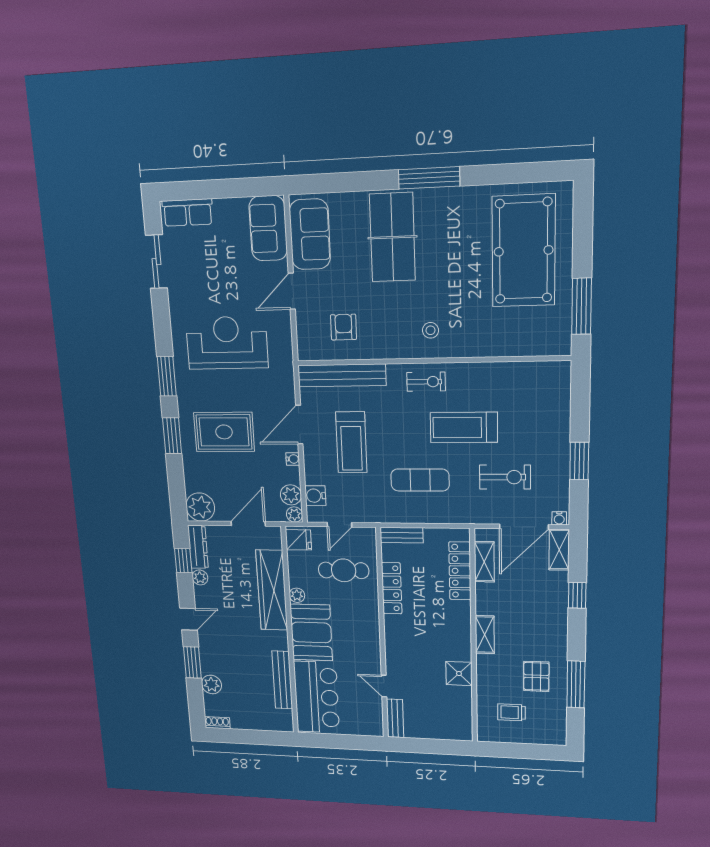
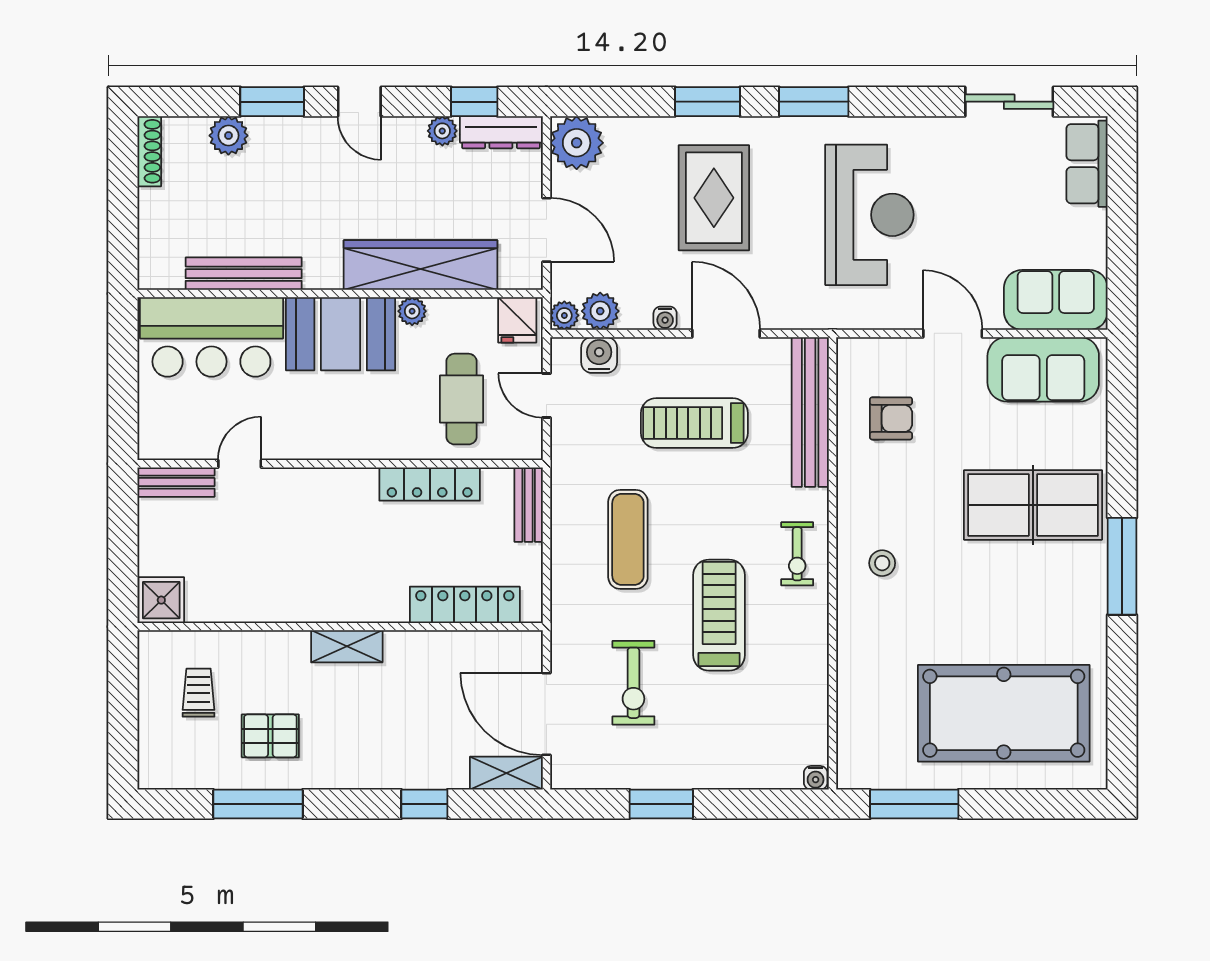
water cooler: (559, 518) -> (816, 778), moved, turned -90
shelving: (484, 562) -> (482, 647), removed
shower: (459, 674) -> (161, 600), moved
shoe rack: (217, 723) -> (149, 151), width x1.43

